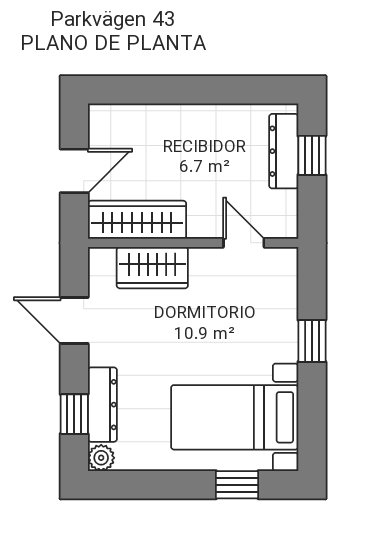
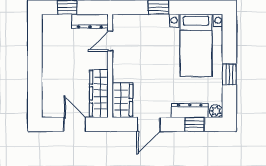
dresser: (284, 151) -> (90, 21), moved
wardrobe: (152, 268) -> (122, 100), moved
window: (237, 485) -> (229, 74), moved

